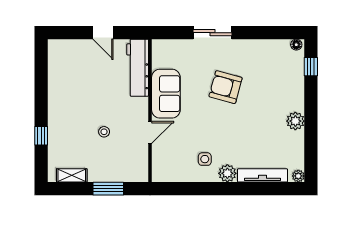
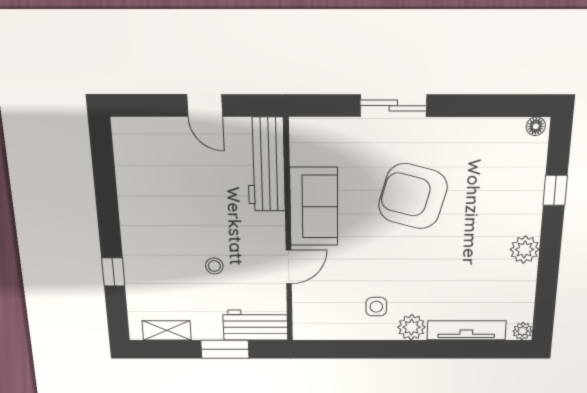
window: (311, 67) -> (555, 190), moved
armchair: (226, 87) -> (413, 196), width x1.36, depth x1.36
workbench: (128, 172) -> (255, 325), added

